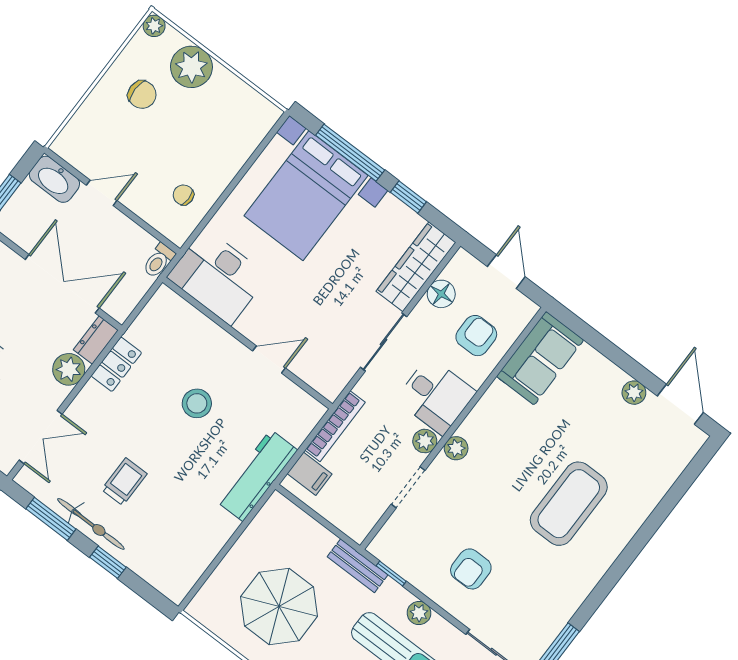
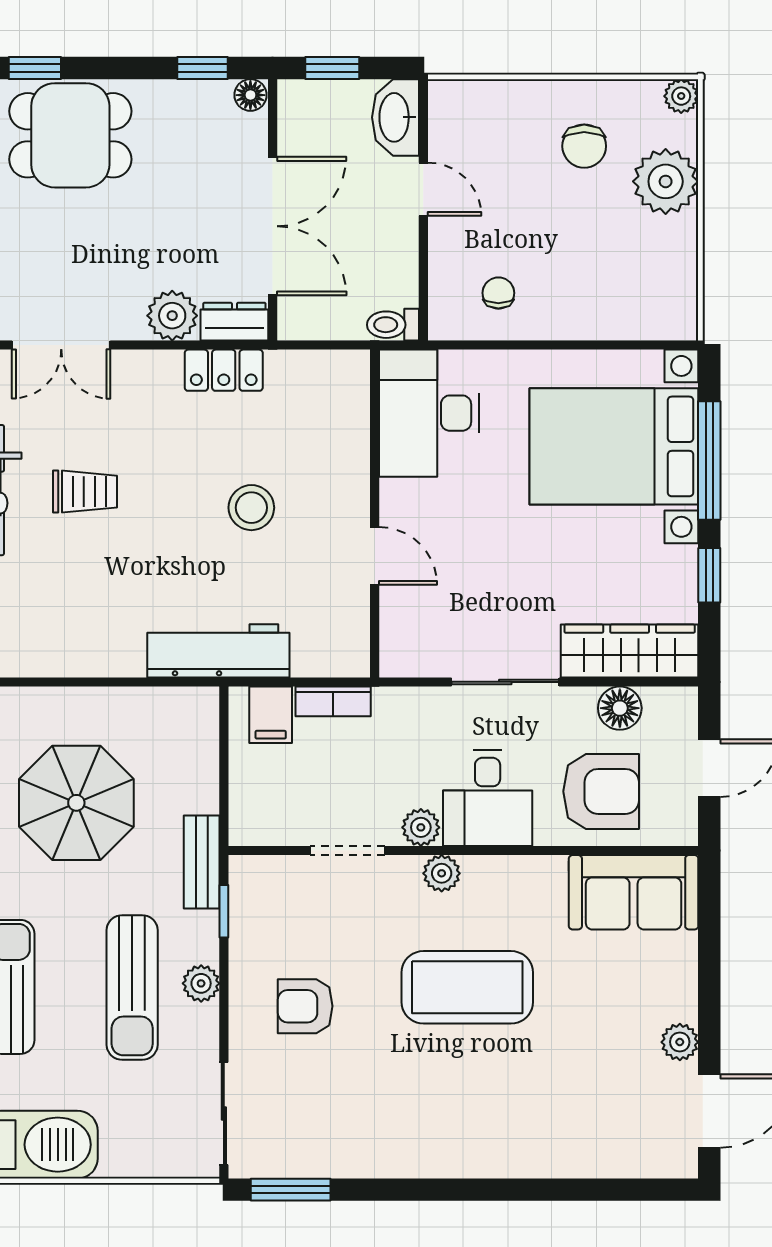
armchair: (476, 336) -> (601, 791), width x1.38, depth x1.38
bookcase: (335, 426) -> (333, 701), width x0.64
coffee table: (569, 504) -> (467, 987), moved

